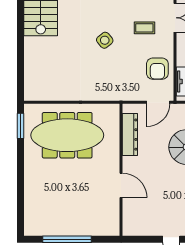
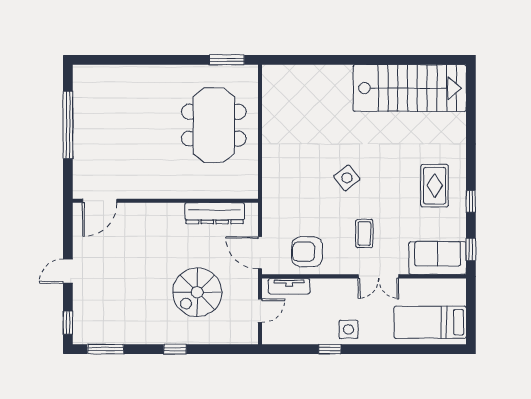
meeting table: (67, 135) -> (214, 125), width x0.73
door: (121, 185) -> (100, 201), moved

